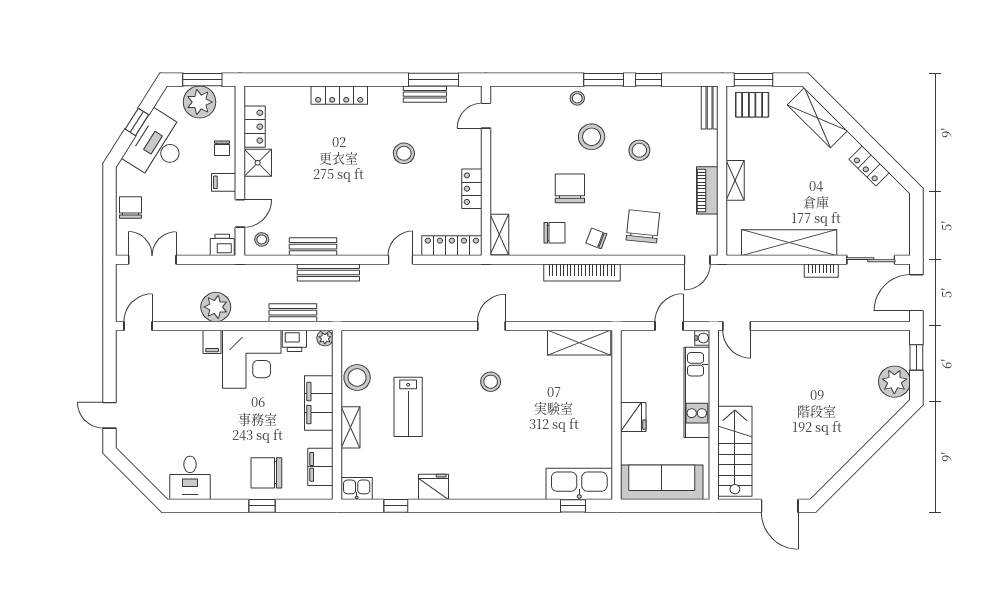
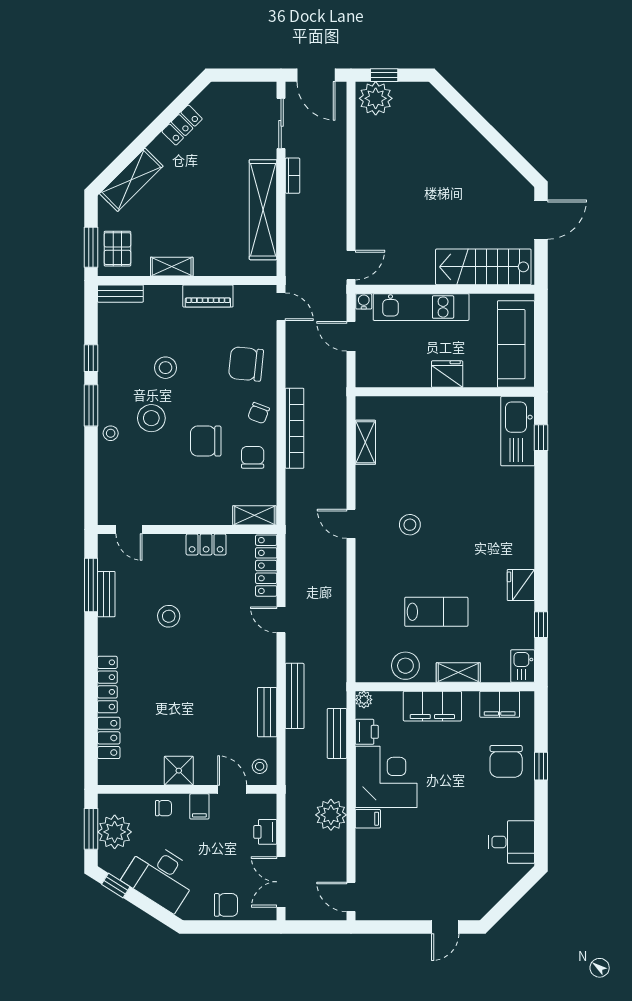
window: (137, 122) -> (116, 885), moved
locker: (255, 127) -> (109, 738), moved, turned 90
shelving: (735, 180) -> (172, 267), moved
chair: (130, 208) -> (226, 905), turned 180
printer: (222, 245) -> (265, 832), moved
shelving: (579, 343) -> (365, 442), width x0.67, depth x0.75
plant: (894, 382) -> (376, 98), moved

